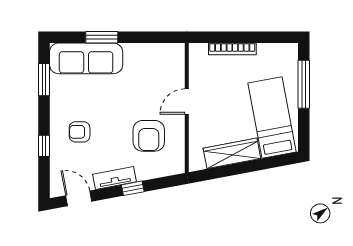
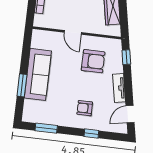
sofa: (86, 58) -> (38, 74), moved
armchair: (80, 132) -> (85, 108), turned 90
window: (133, 188) -> (126, 57), moved

